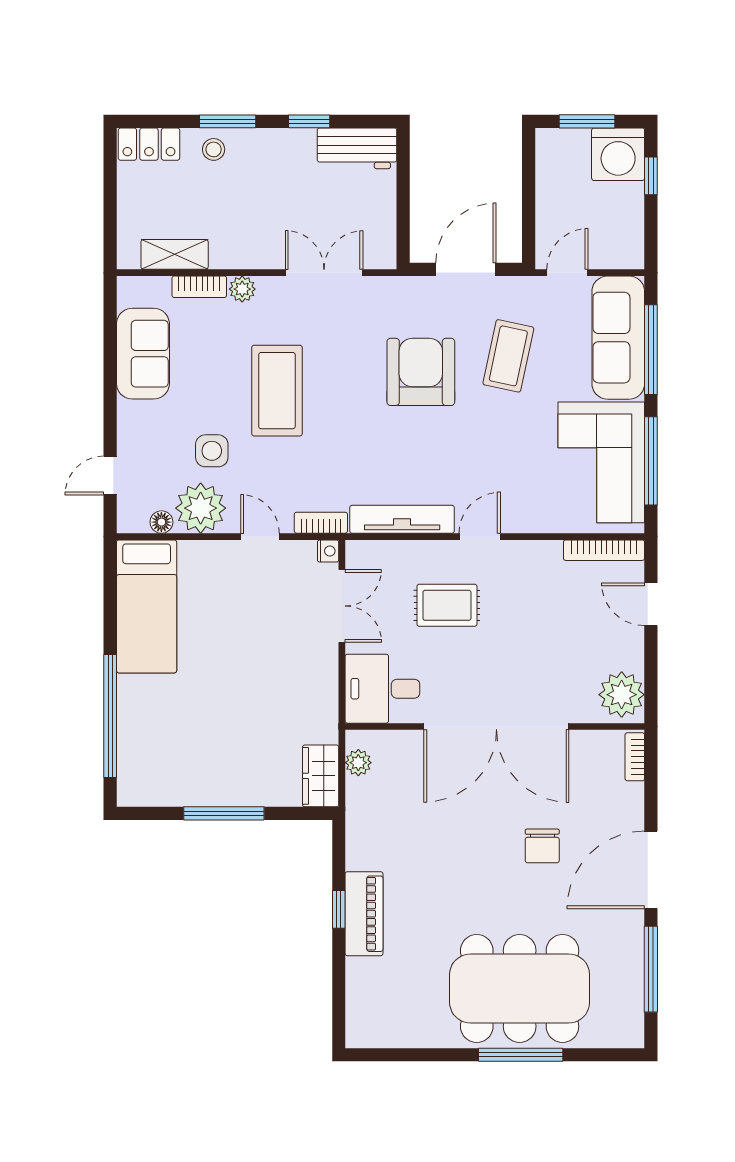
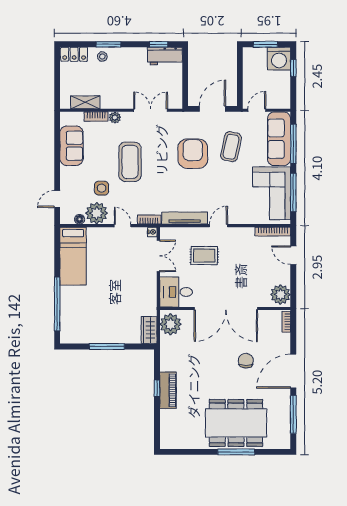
window: (309, 121) -> (159, 44), moved
plant: (358, 763) -> (171, 324), width x1.88, depth x1.88
chair: (542, 846) -> (246, 361), turned 180

